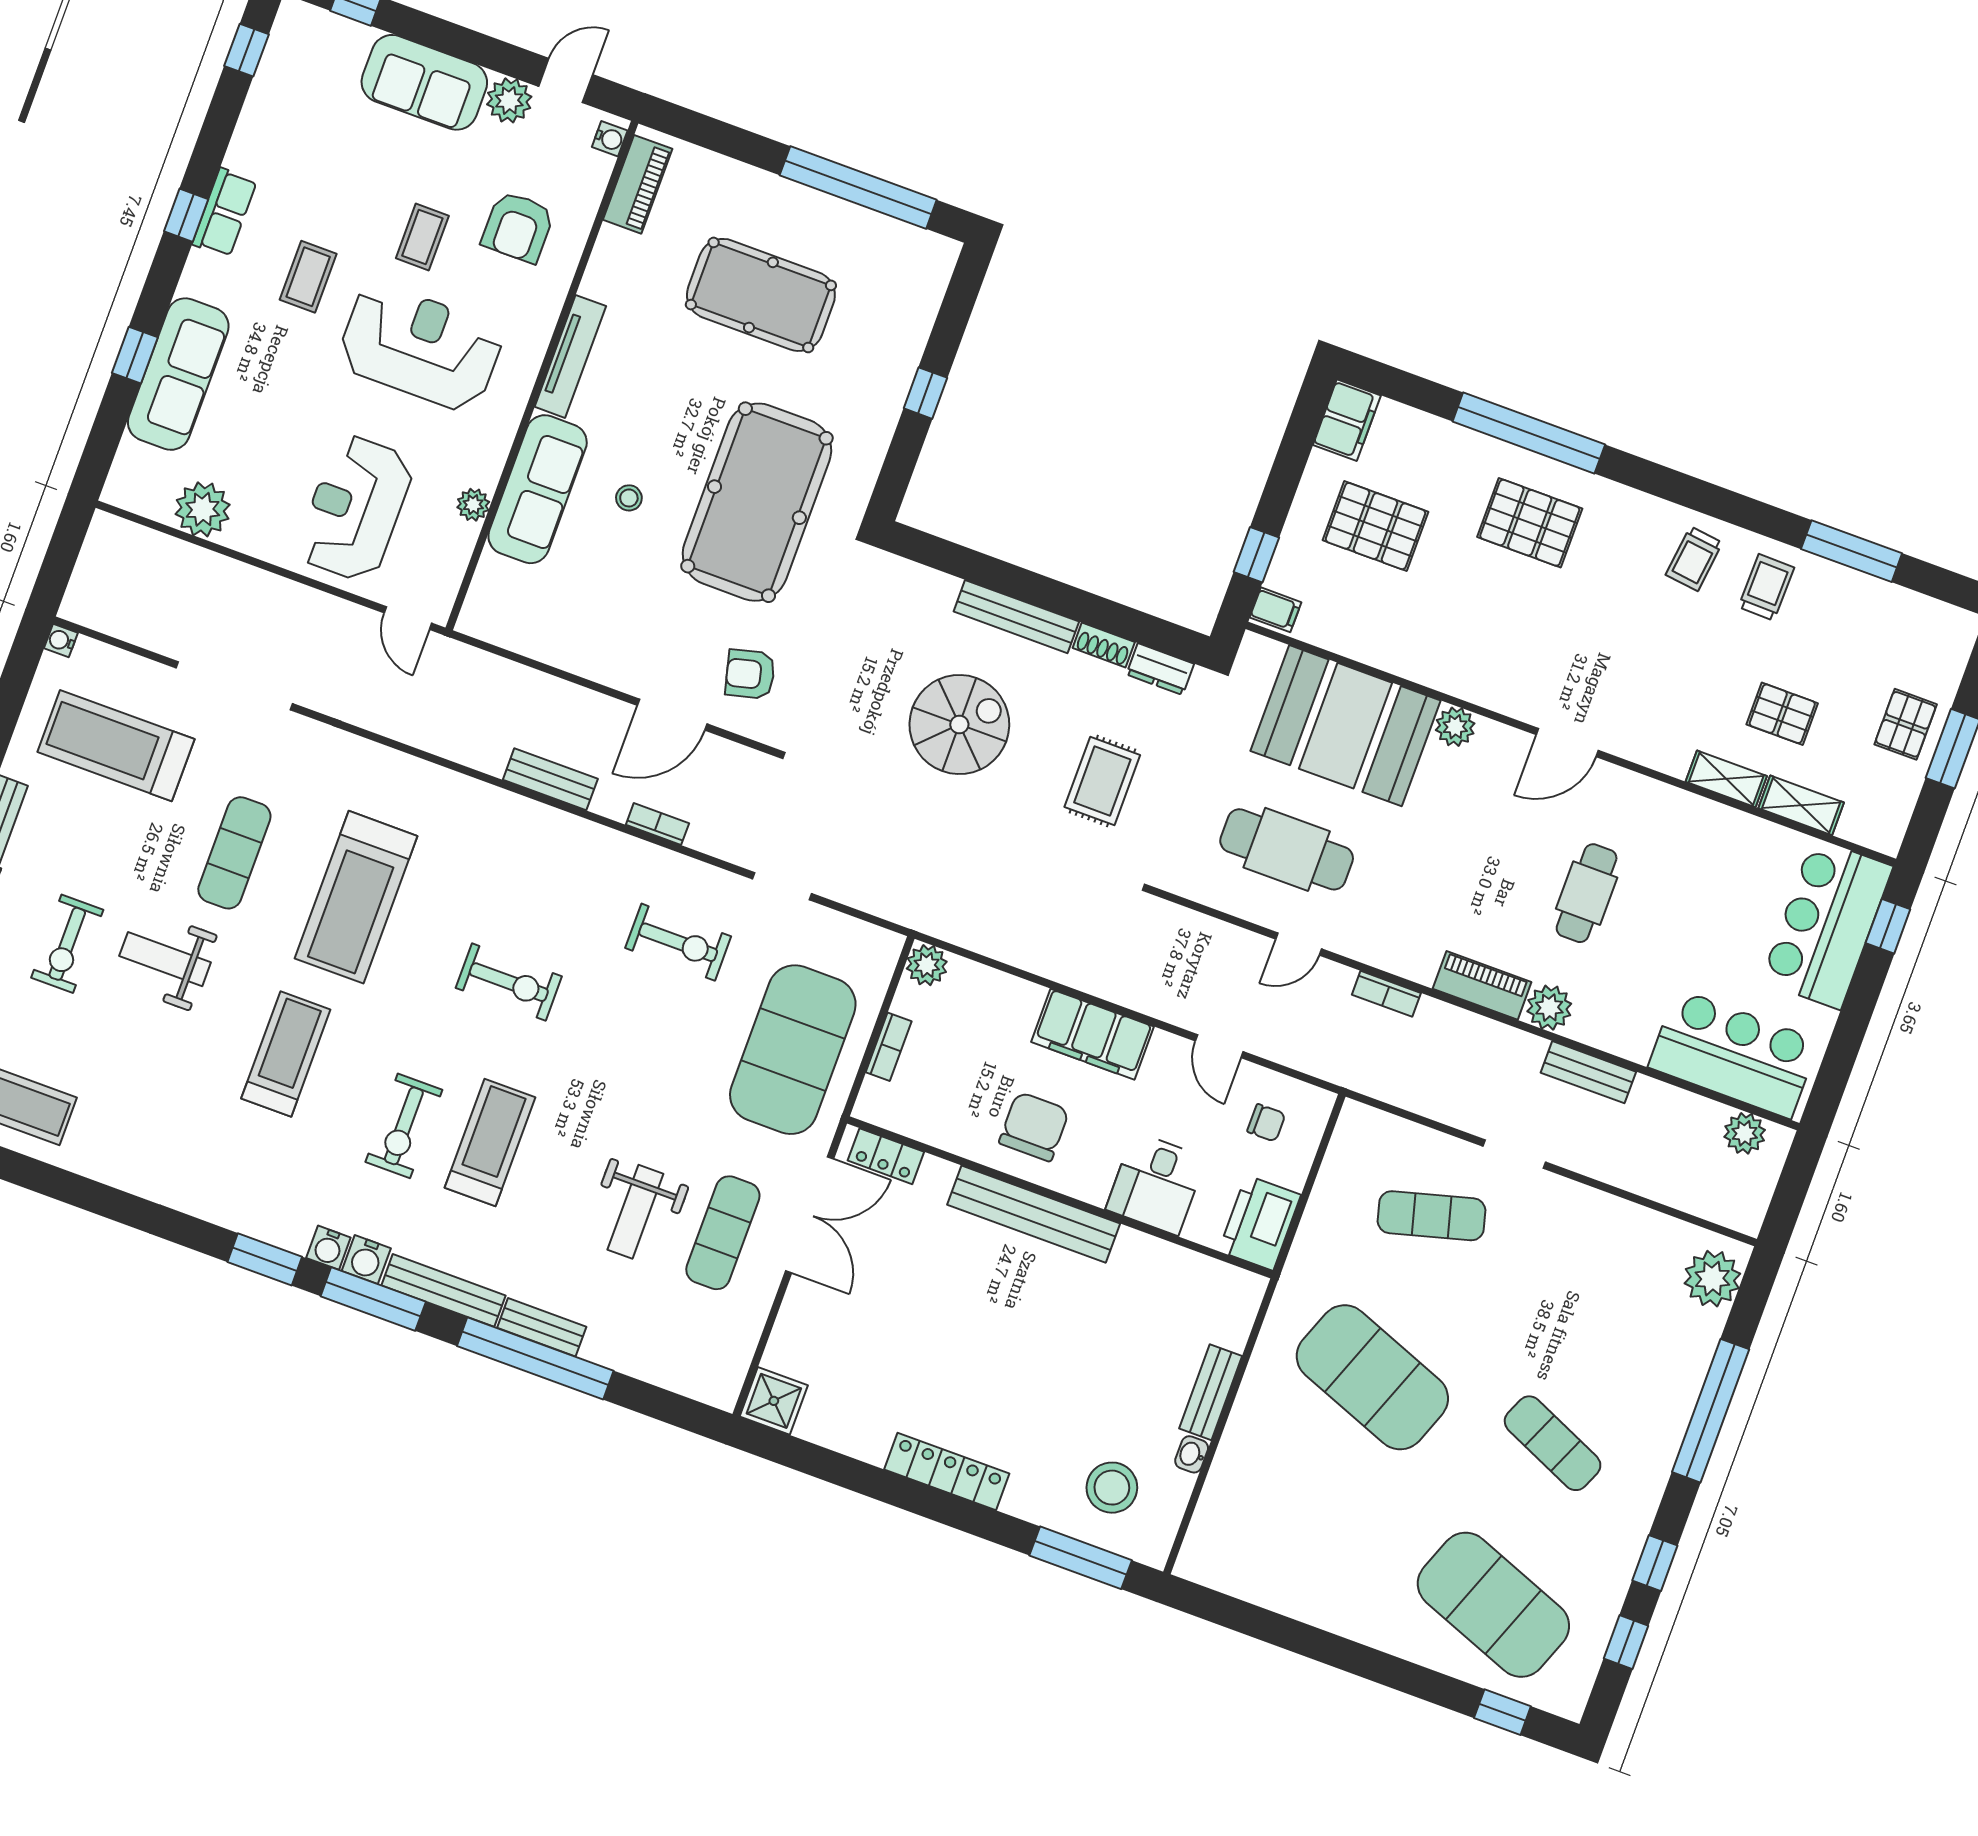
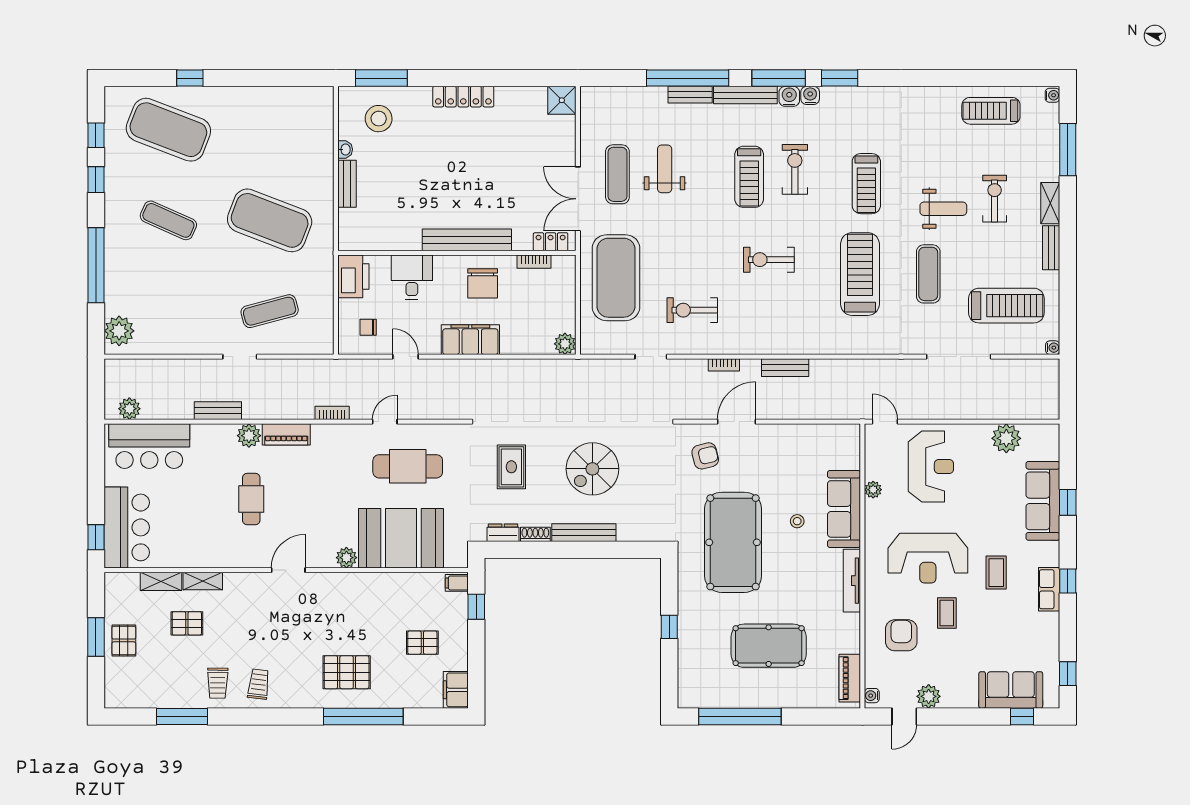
sofa: (424, 82) -> (1011, 690), moved
pallet: (1376, 526) -> (422, 643), width x0.67, depth x0.71
bookcase: (889, 1047) -> (534, 262), moved, turned -90
window: (1502, 1712) -> (190, 78), moved

